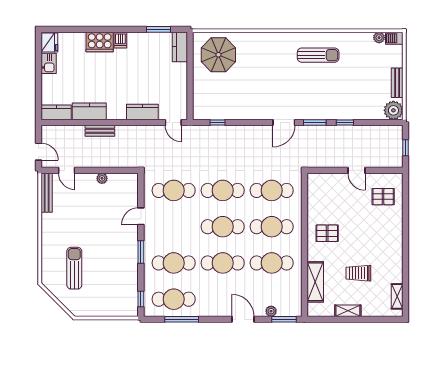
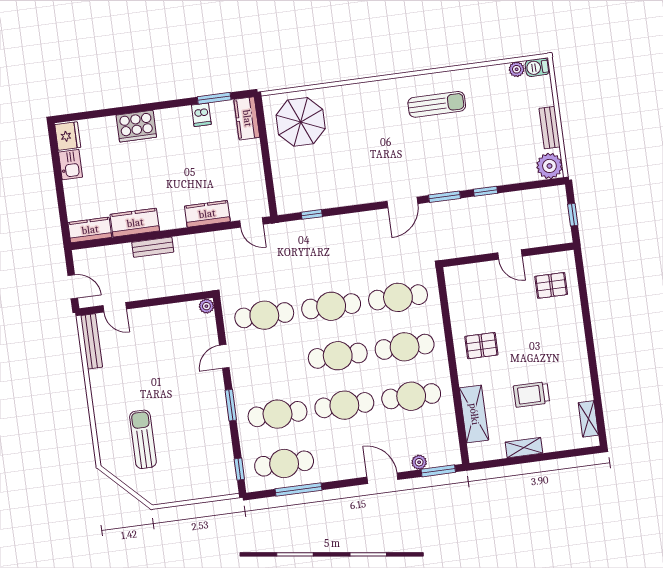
dishwasher: (120, 40) -> (201, 115), moved
plant: (102, 178) -> (206, 306), moved

